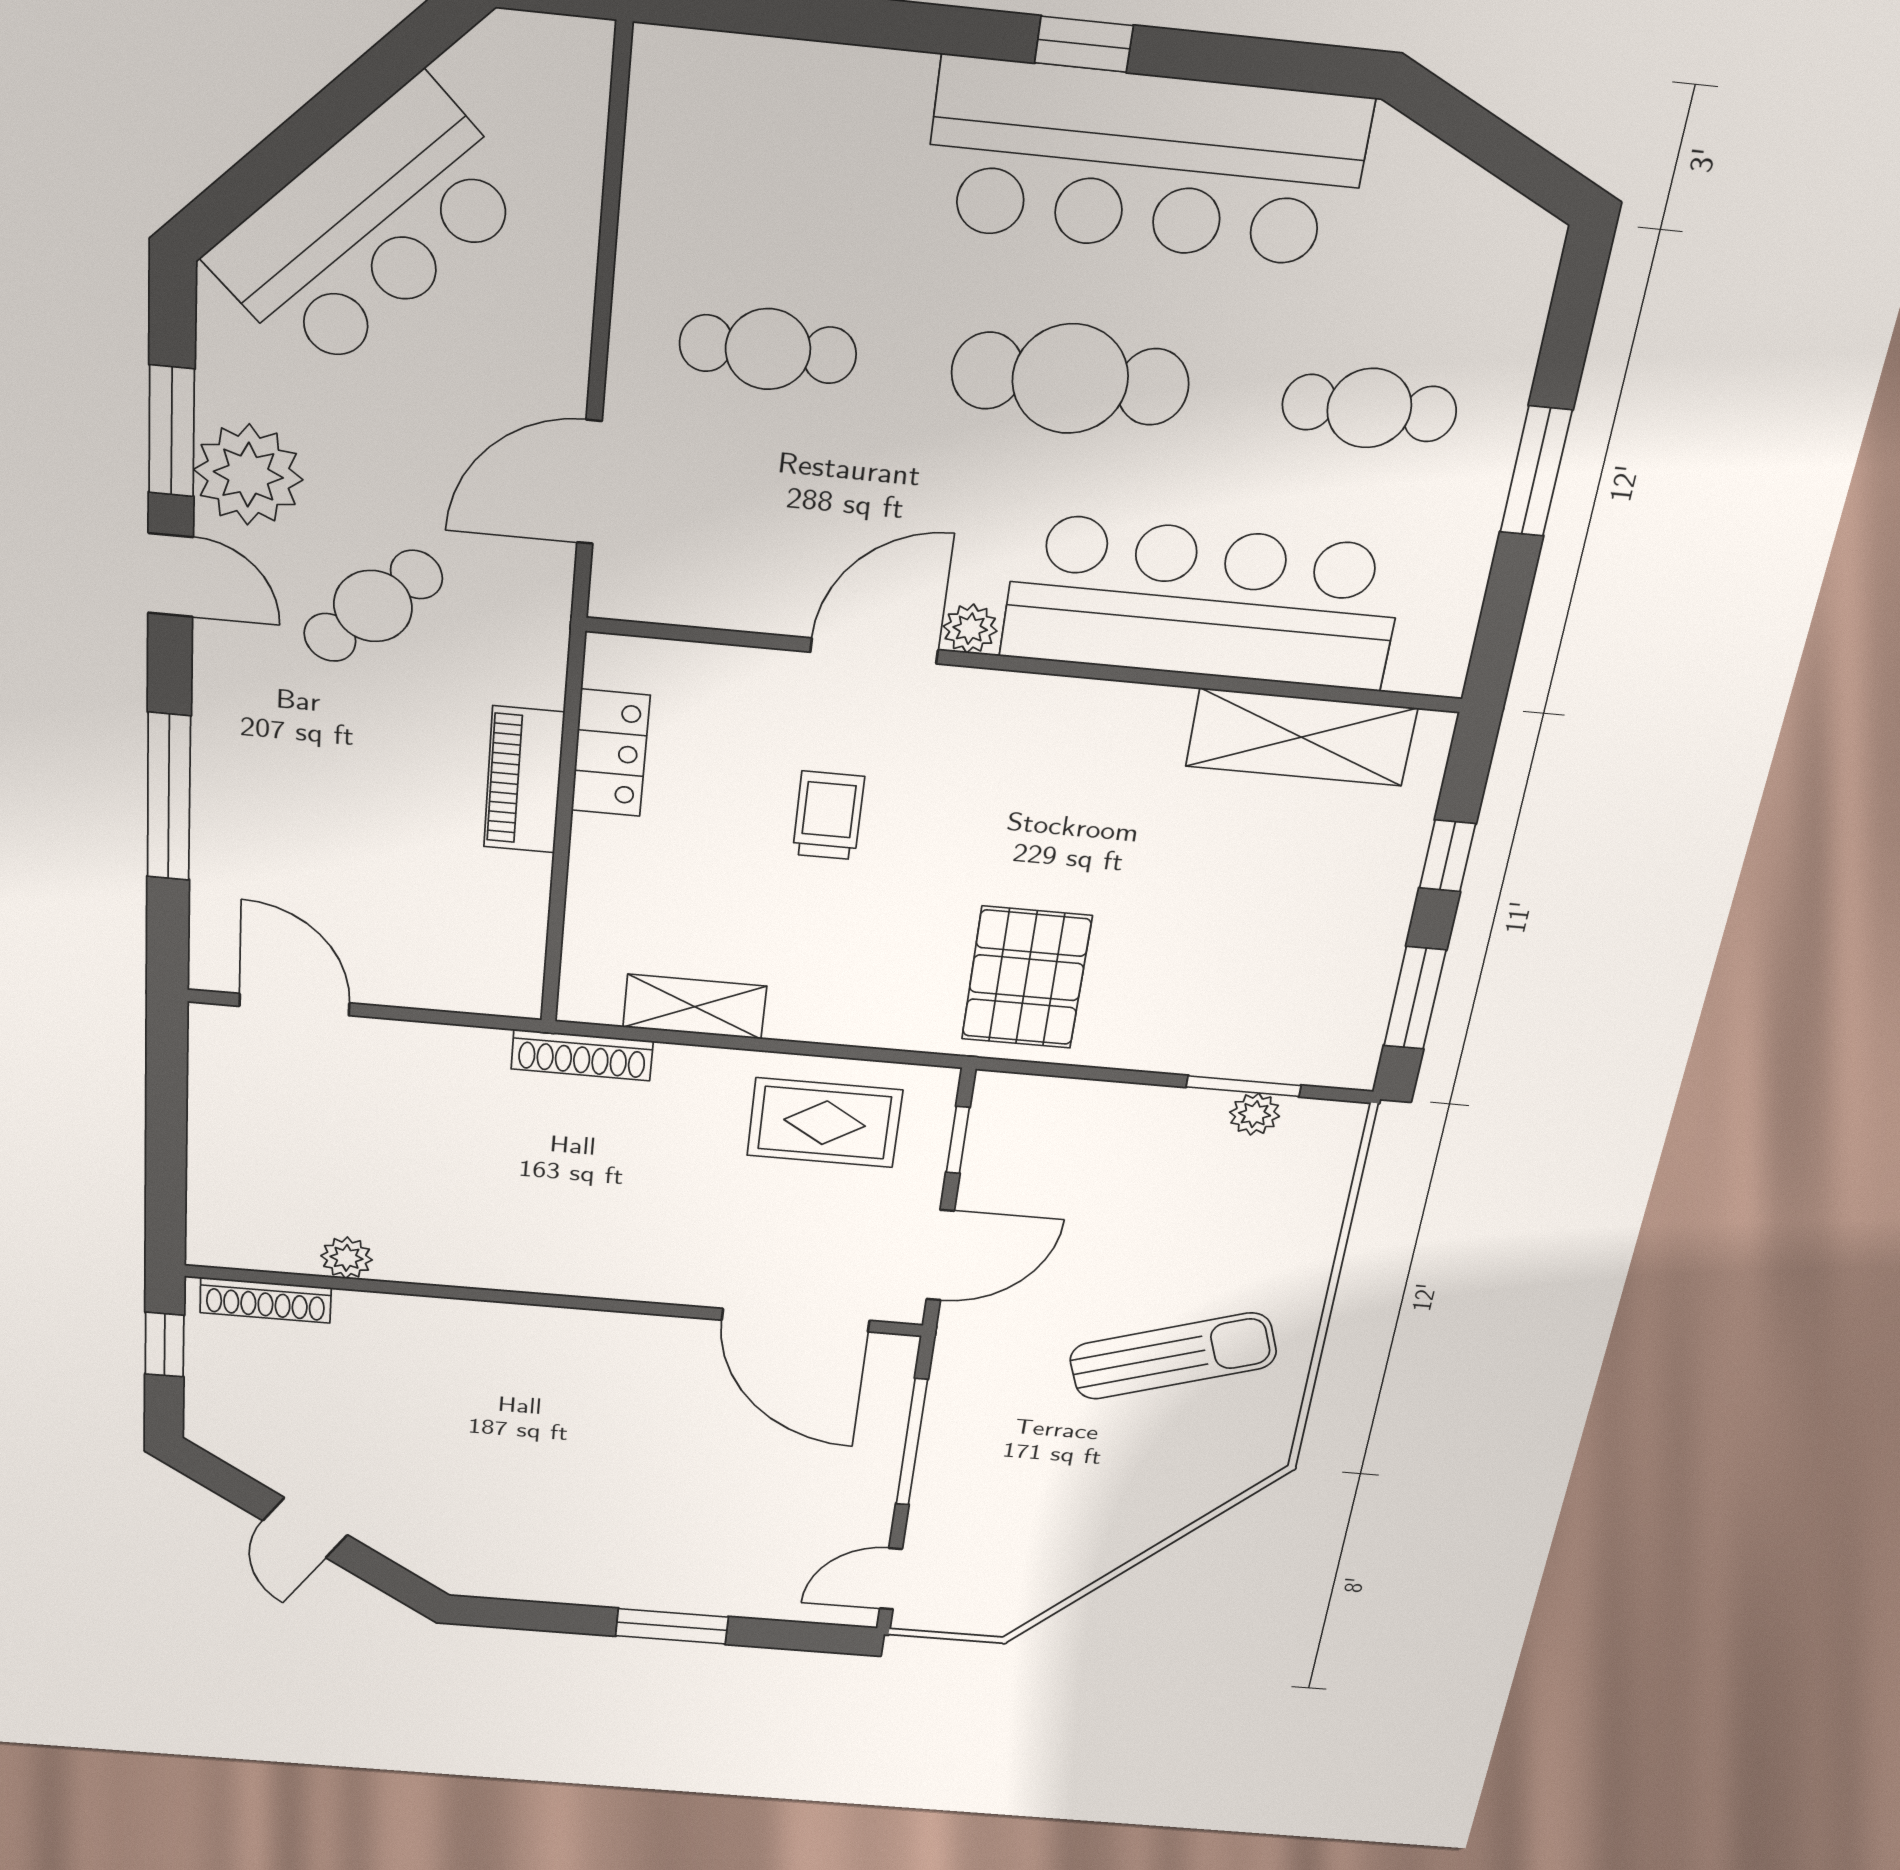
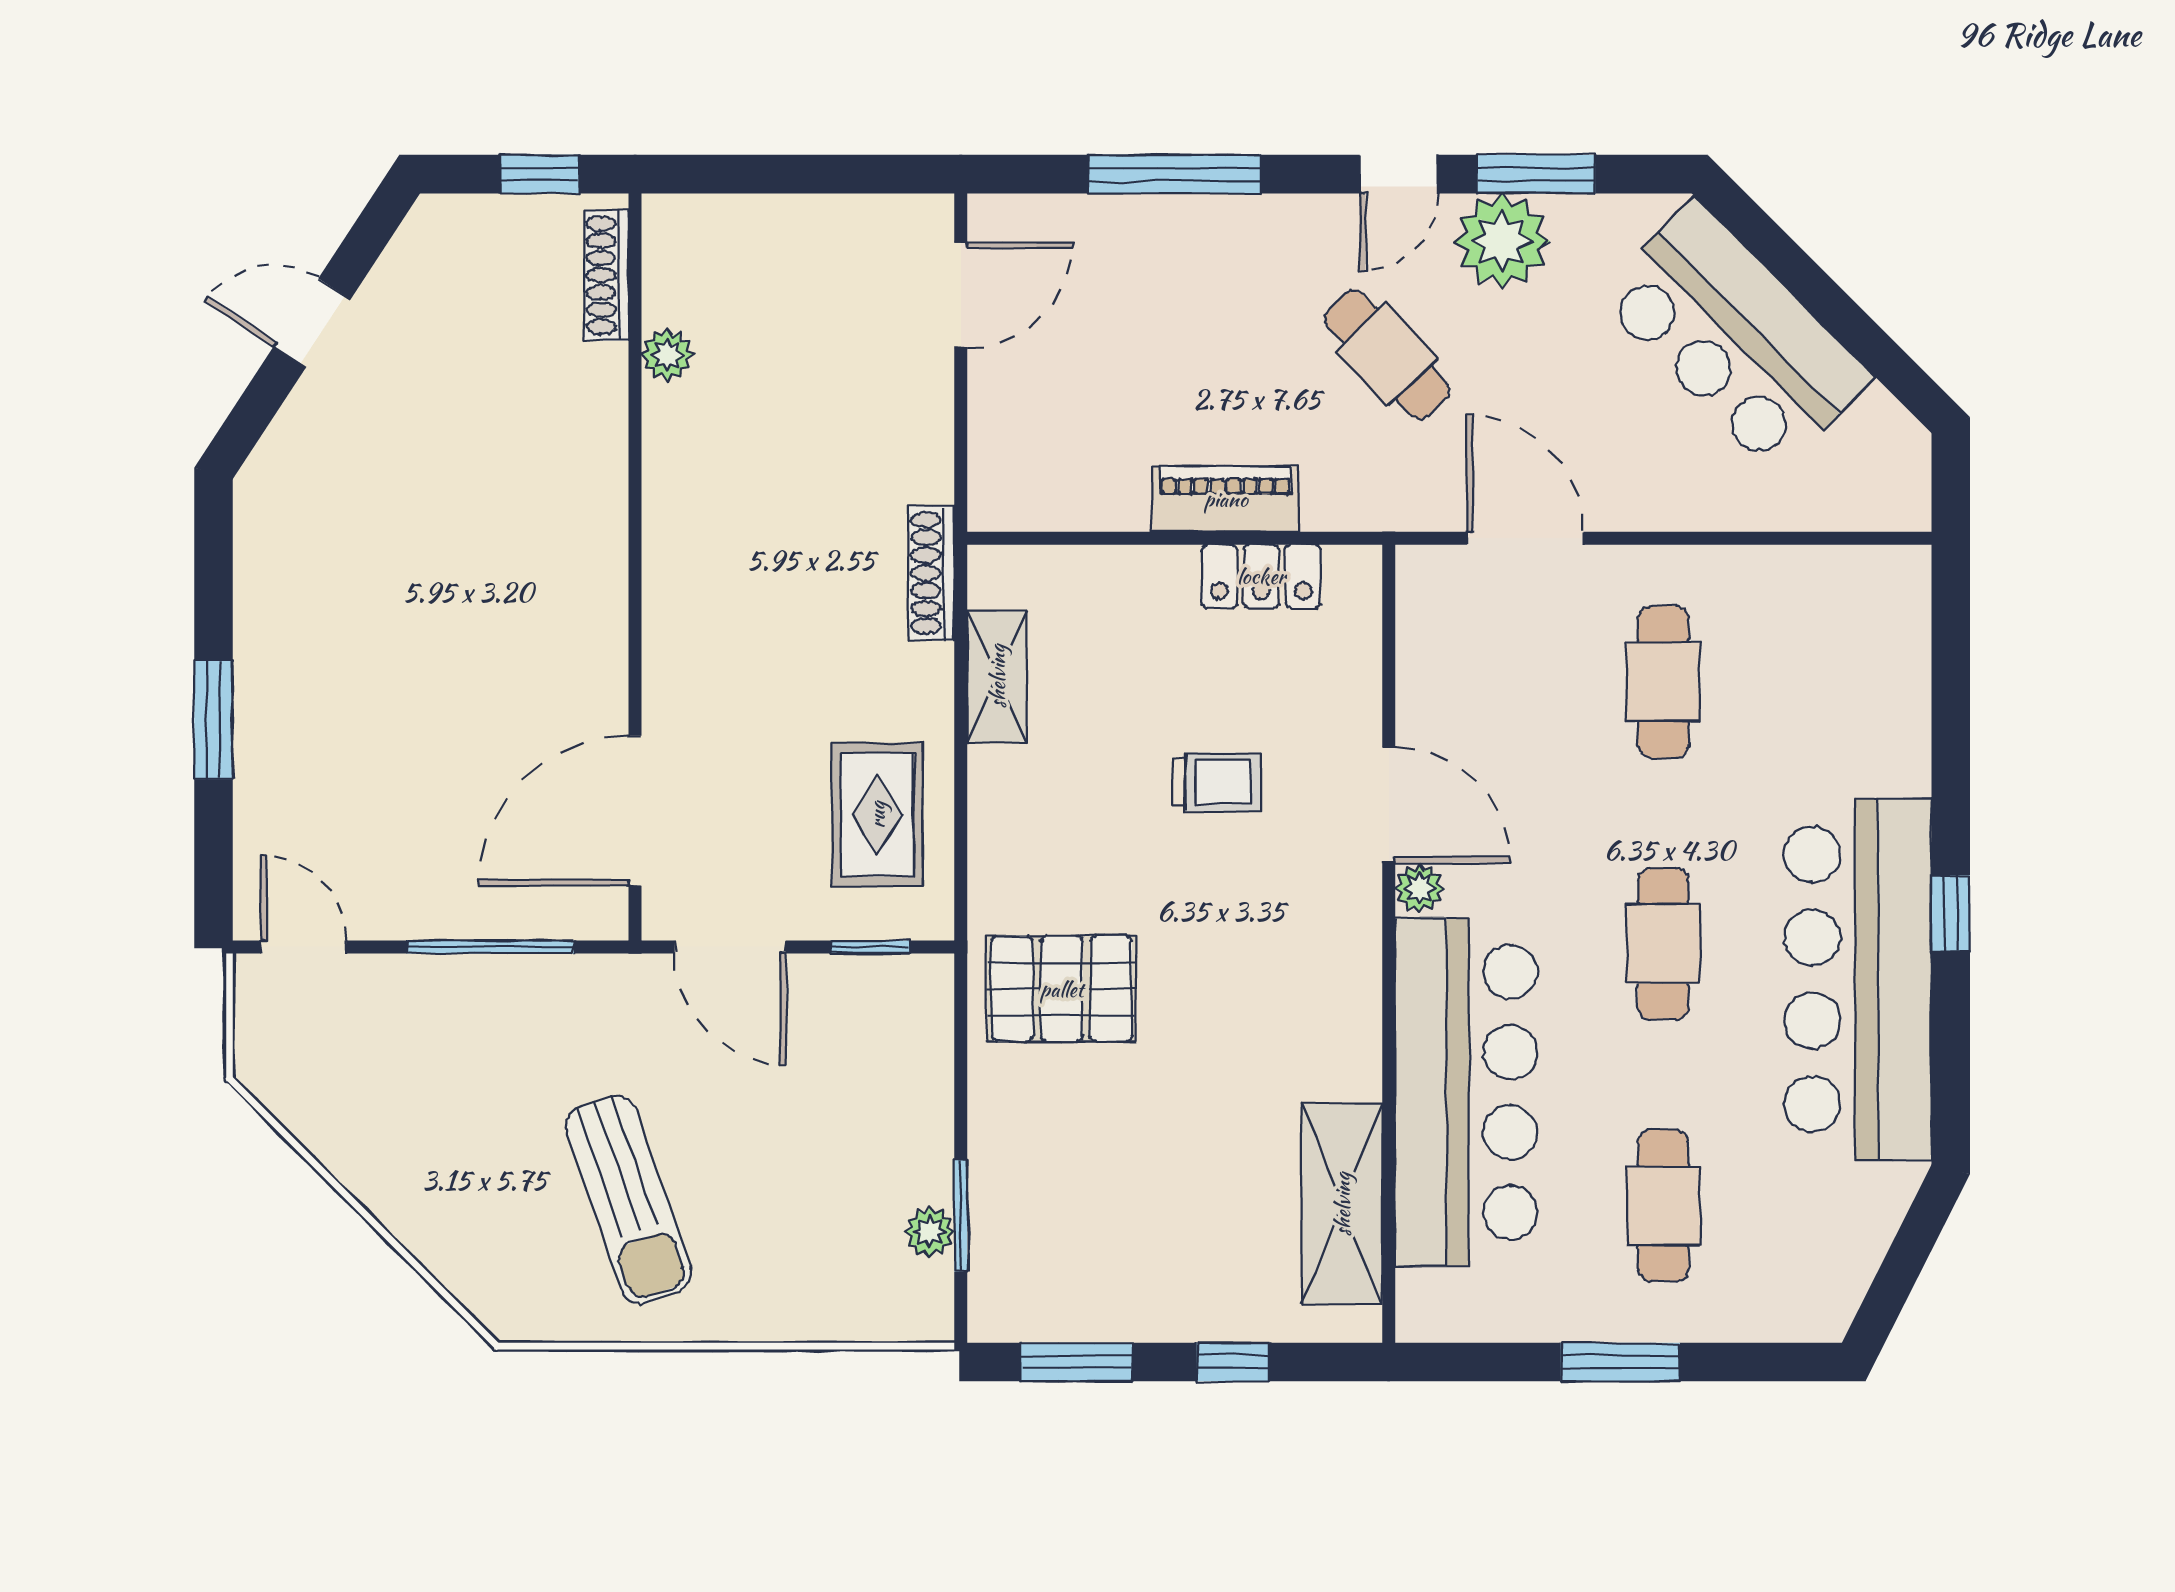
cafe table: (1070, 379) -> (1663, 944), width x0.73, depth x0.74

